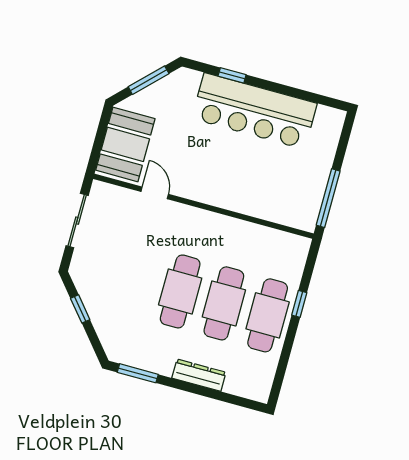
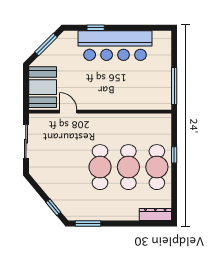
window: (80, 309) -> (53, 207), moved
dresser: (199, 375) -> (155, 215), moved

